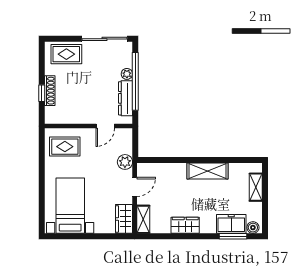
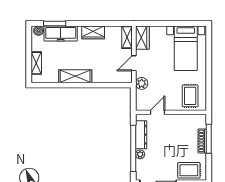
window: (42, 93) -> (209, 139), width x2.17
rug: (65, 147) -> (190, 96), turned 90
freezer: (231, 224) -> (61, 34), width x1.40

